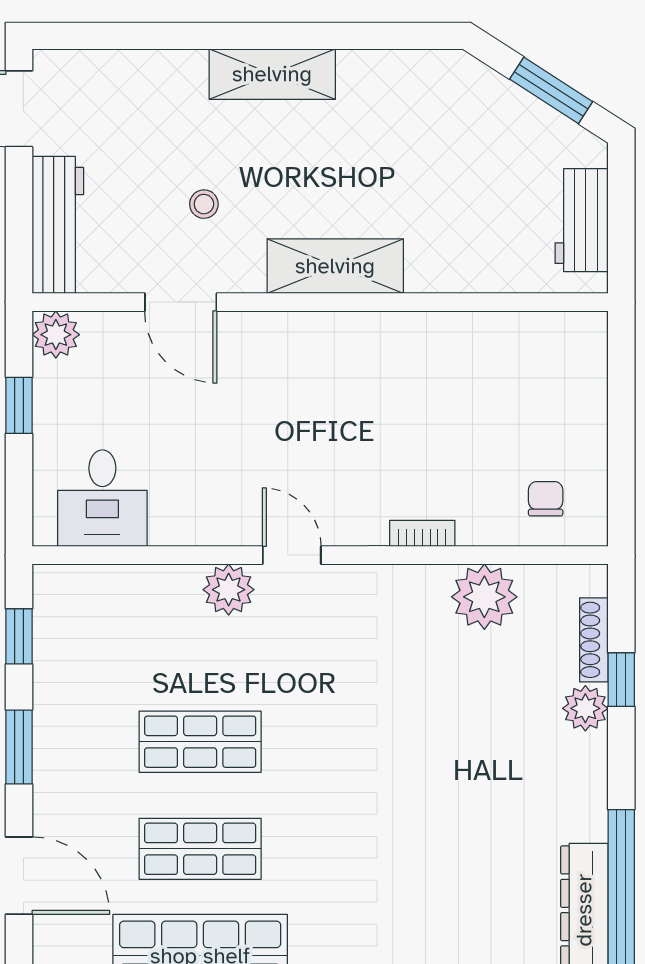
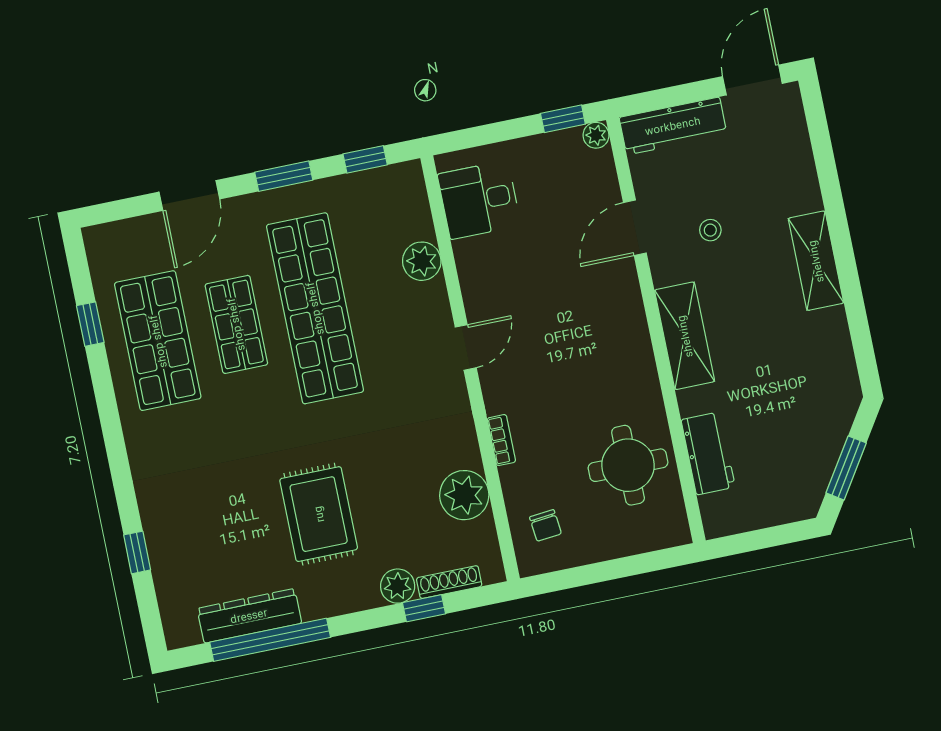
workbench: (582, 220) -> (708, 453), moved, turned 90
plant: (56, 335) -> (596, 135), width x0.73, depth x0.73
round table: (489, 375) -> (628, 465), added
window: (19, 405) -> (563, 119), moved
chair: (546, 499) -> (545, 525), turned 84
plant: (229, 590) -> (422, 261), moved
shop shelf: (200, 742) -> (315, 308), width x2.00, depth x1.36
rug: (470, 792) -> (319, 514), added

